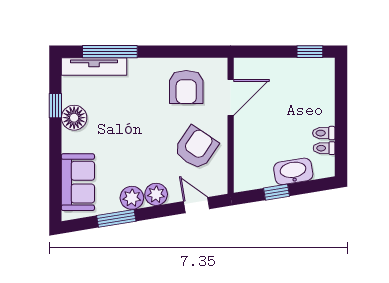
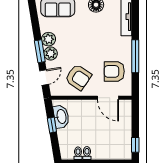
window: (110, 52) -> (135, 56), moved
washbasin: (293, 171) -> (61, 117), moved
window: (116, 218) -> (40, 51), moved

